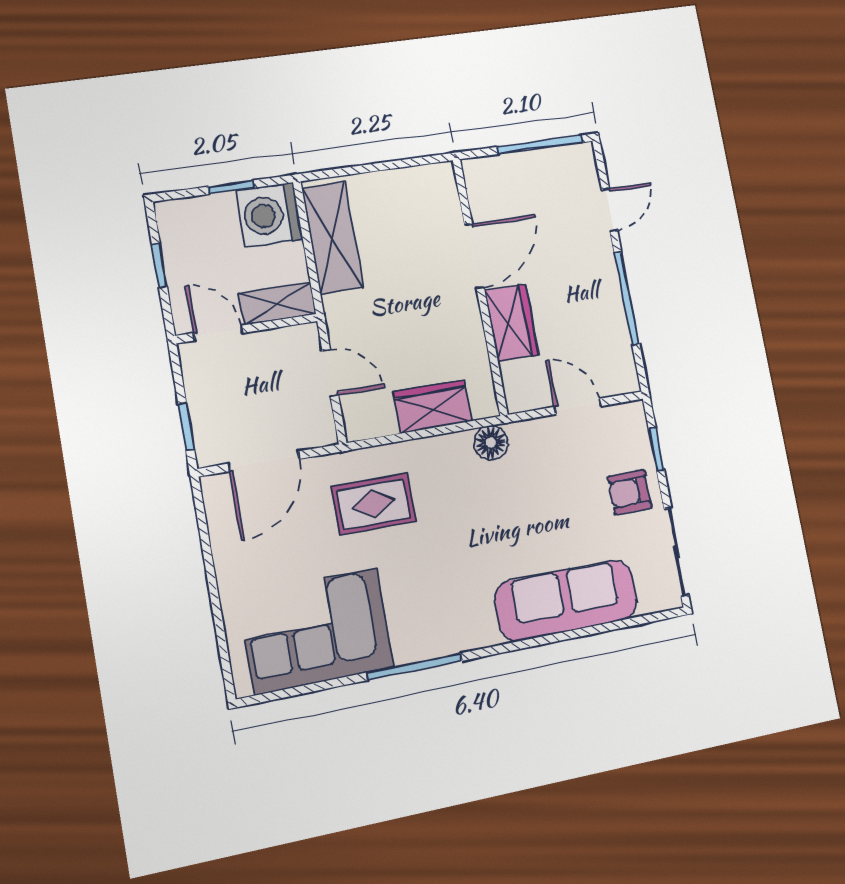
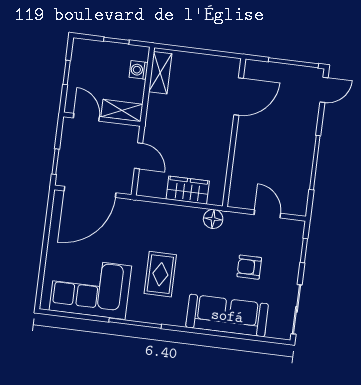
door: (610, 210) -> (324, 90), moved
washing machine: (269, 215) -> (139, 70), width x0.53, depth x0.53
shelving: (332, 238) -> (160, 73), width x0.67, depth x0.75
door: (474, 256) -> (239, 96), moved
wardrobe: (511, 323) -> (245, 158), removed
door: (264, 461) -> (90, 192), width x1.36
armchair: (630, 492) -> (249, 267), moved
rug: (374, 504) -> (160, 274), moved, turned 90

